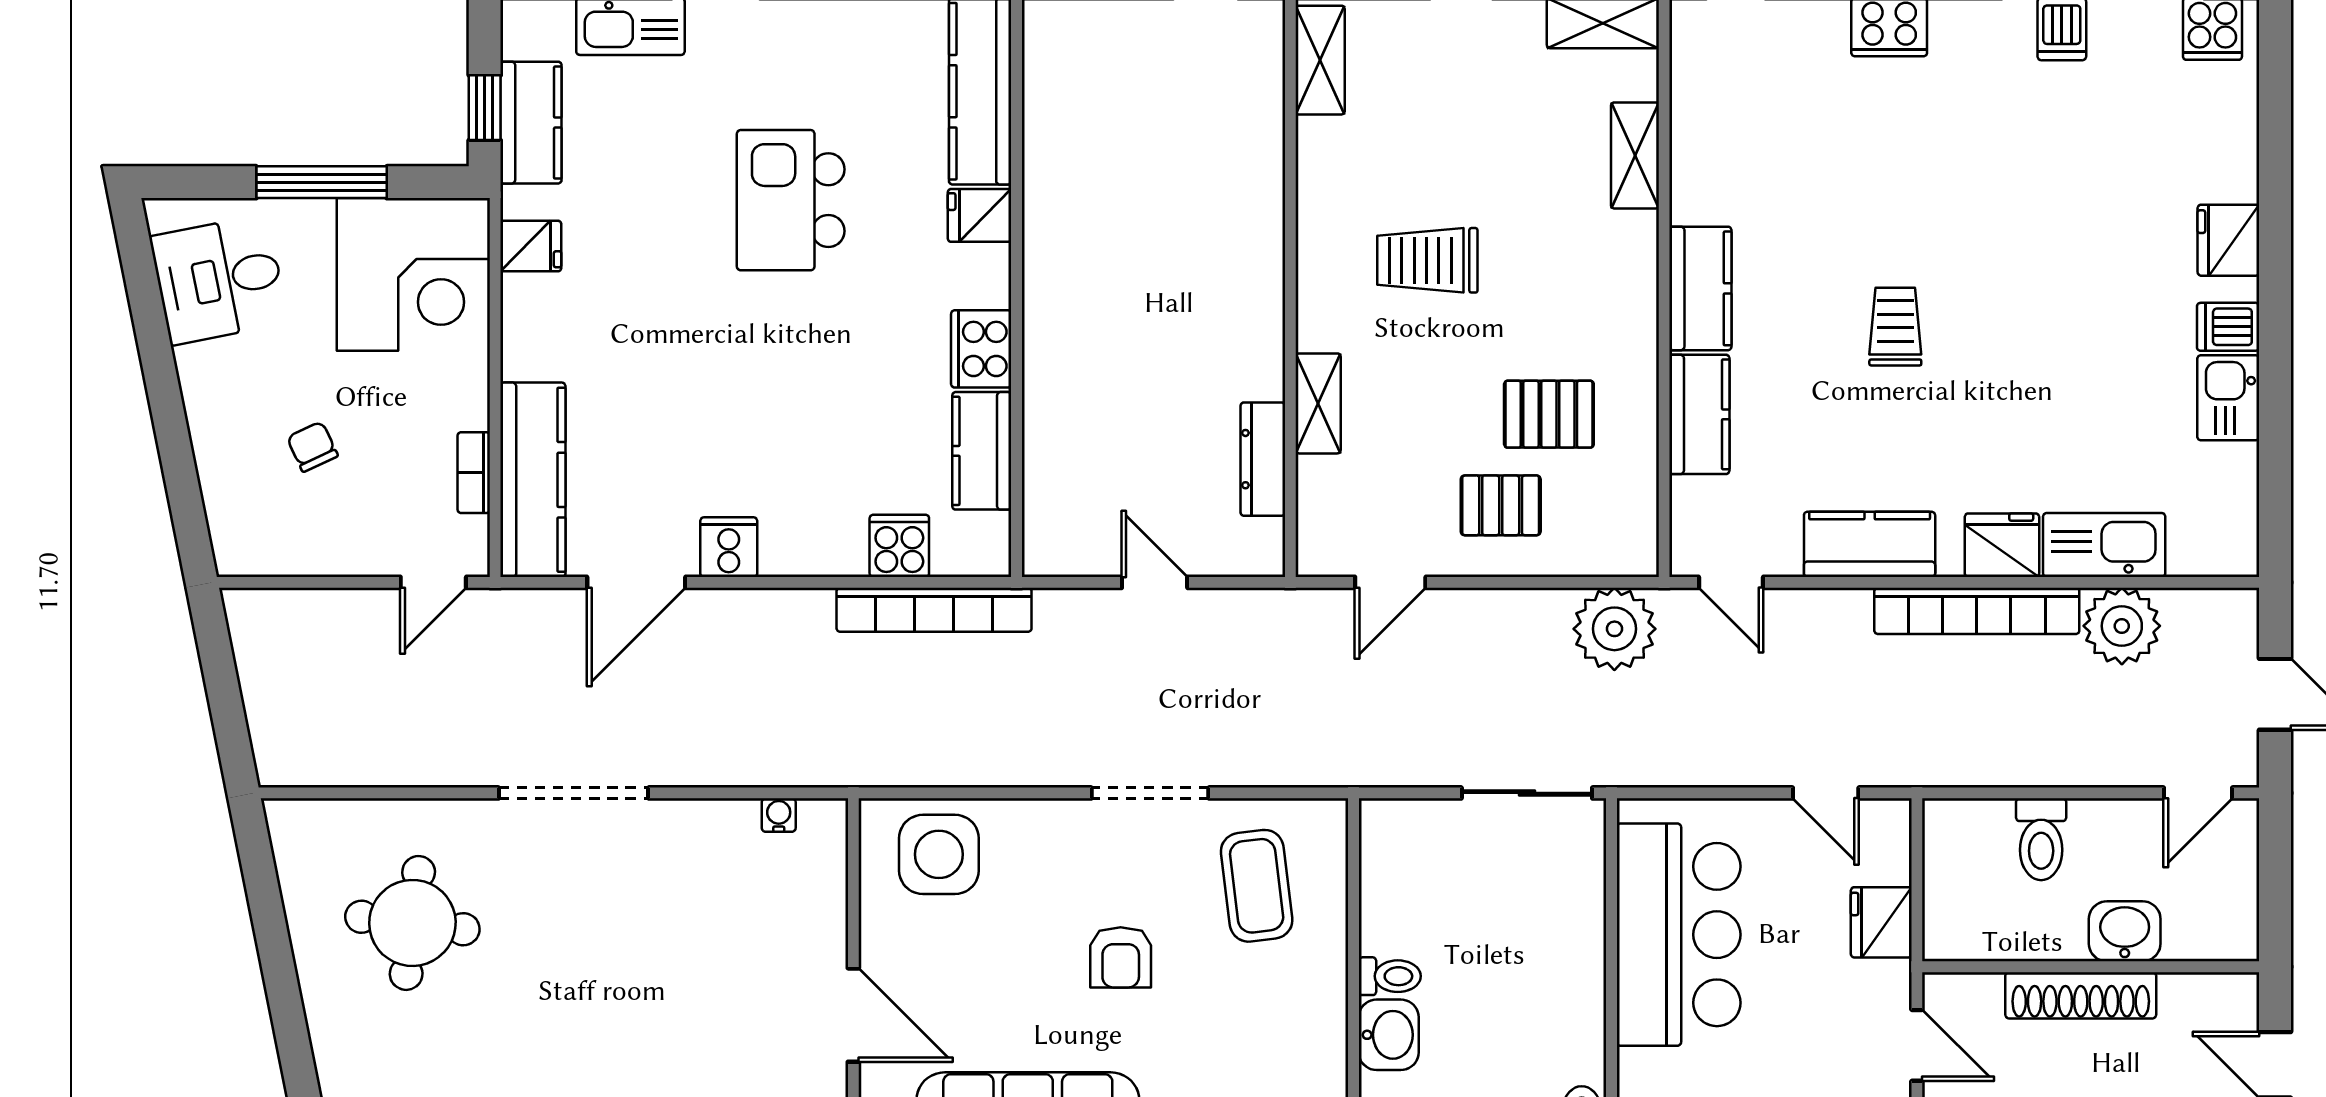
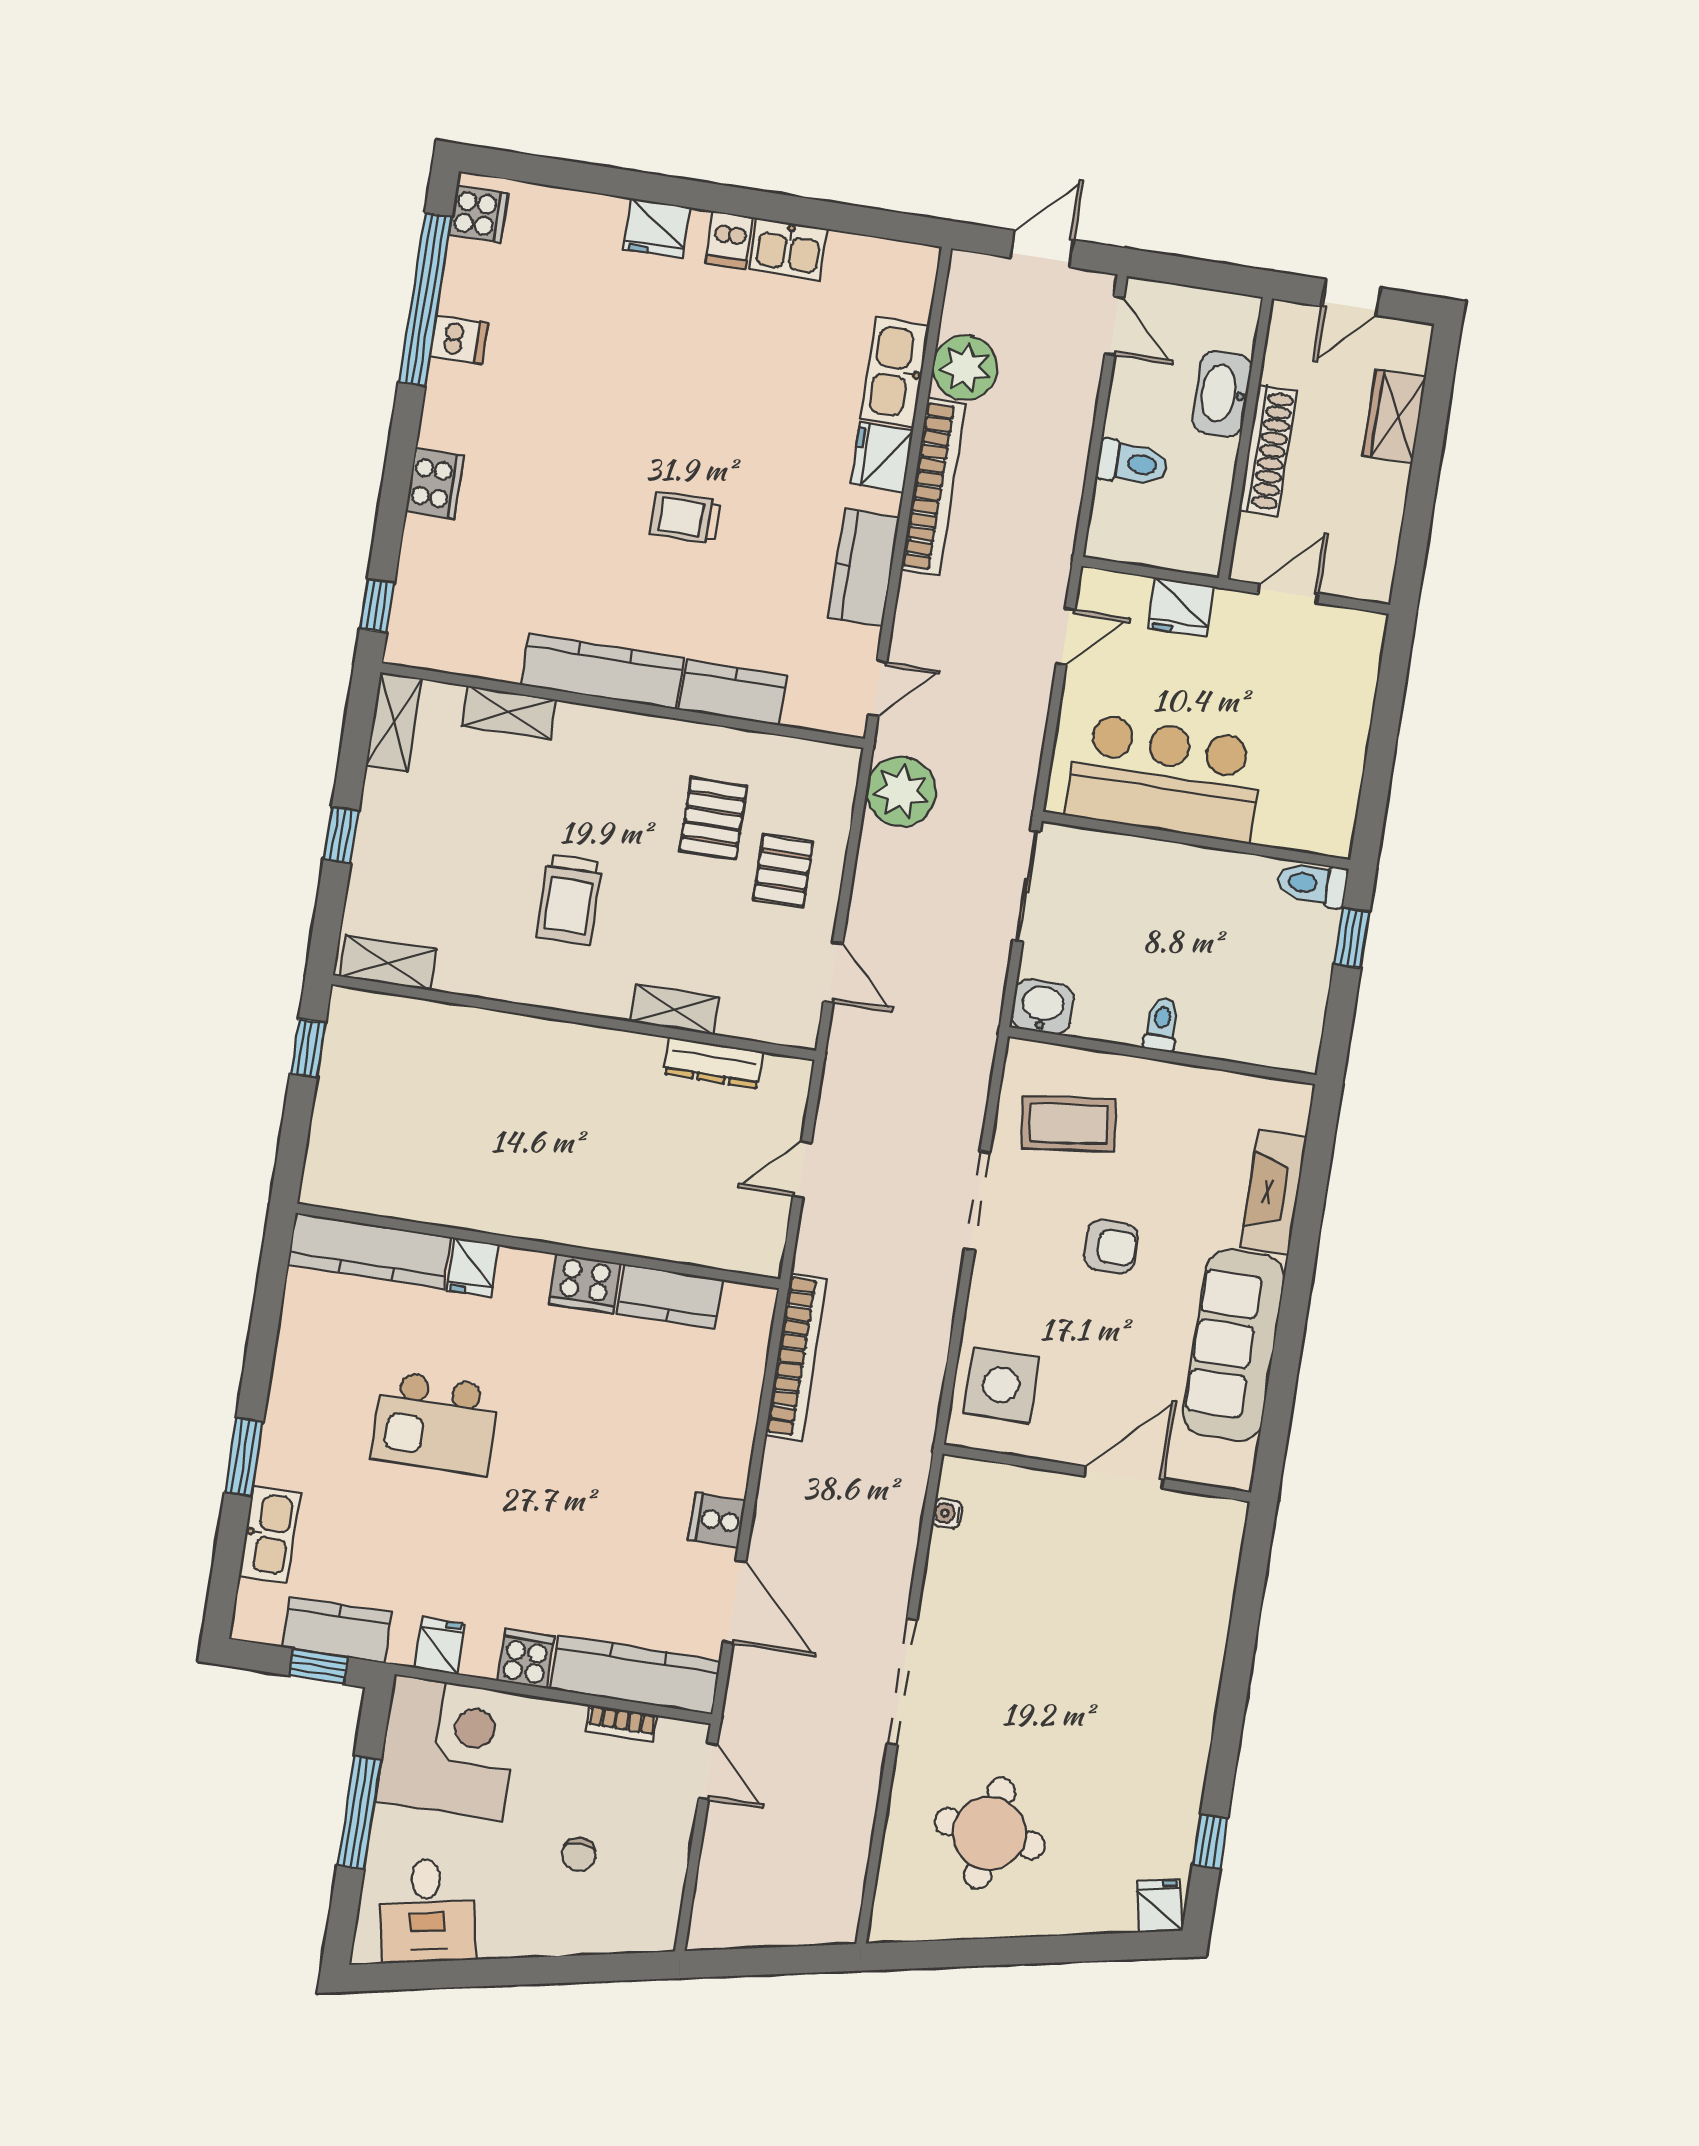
kitchen counter: (1700, 288) -> (602, 671), width x1.50
chair: (312, 447) -> (579, 1855), turned -65
cooker: (899, 546) -> (526, 1659), moved, turned 90
washbasin: (2125, 931) -> (1222, 394), width x1.38
washbasin: (1389, 1035) -> (1042, 1007), moved

